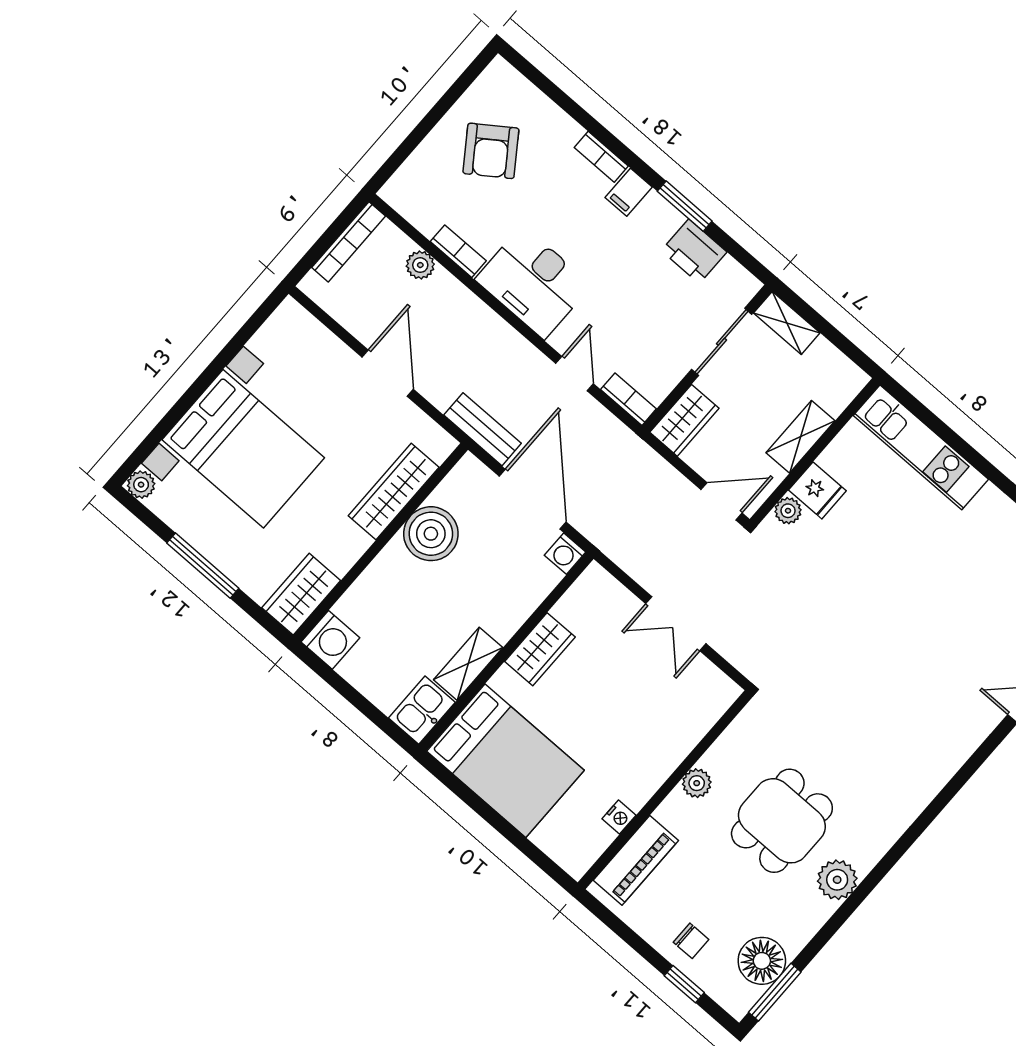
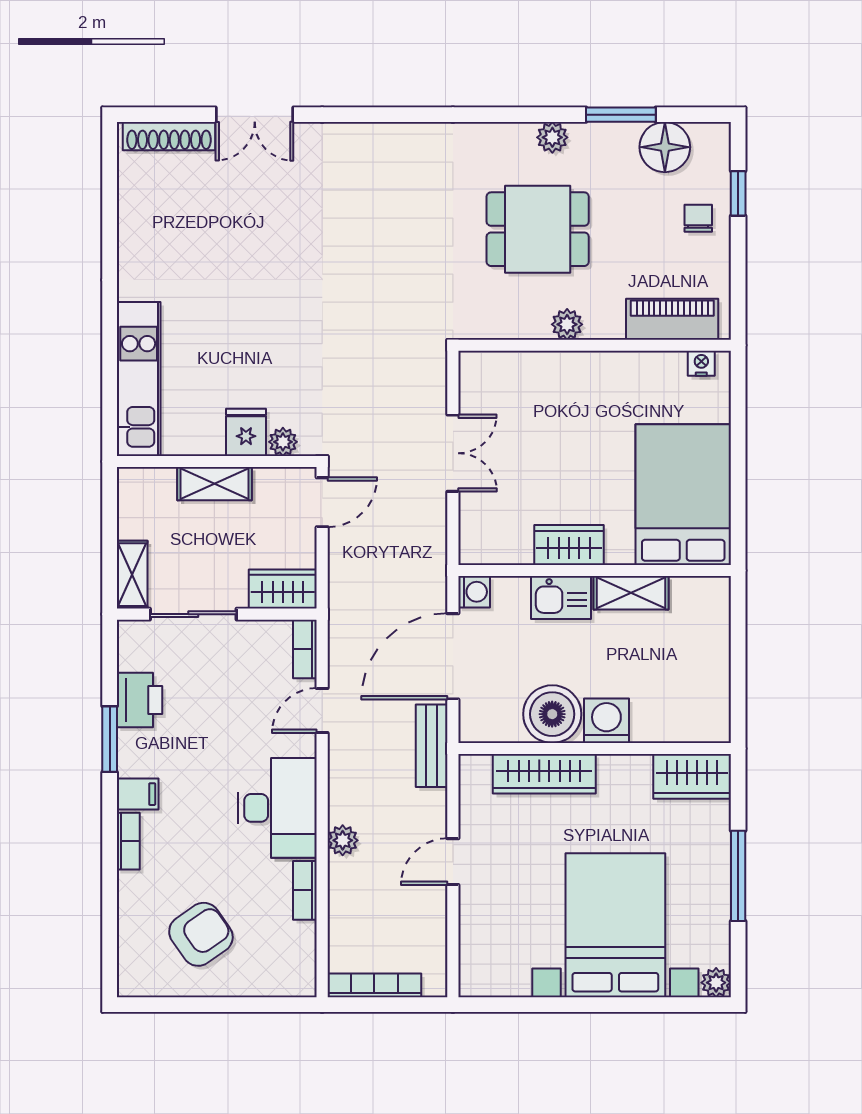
plant: (420, 265) -> (343, 840), moved
door: (388, 373) -> (453, 862), width x0.73
door: (721, 501) -> (322, 502), swing flipped
washing machine: (330, 640) -> (606, 721), moved
kitchen sink: (422, 710) -> (561, 598), moved
nightstand: (619, 817) -> (701, 363), moved
plant: (837, 880) -> (552, 137), width x0.73, depth x0.73
window: (775, 992) -> (621, 115), moved

